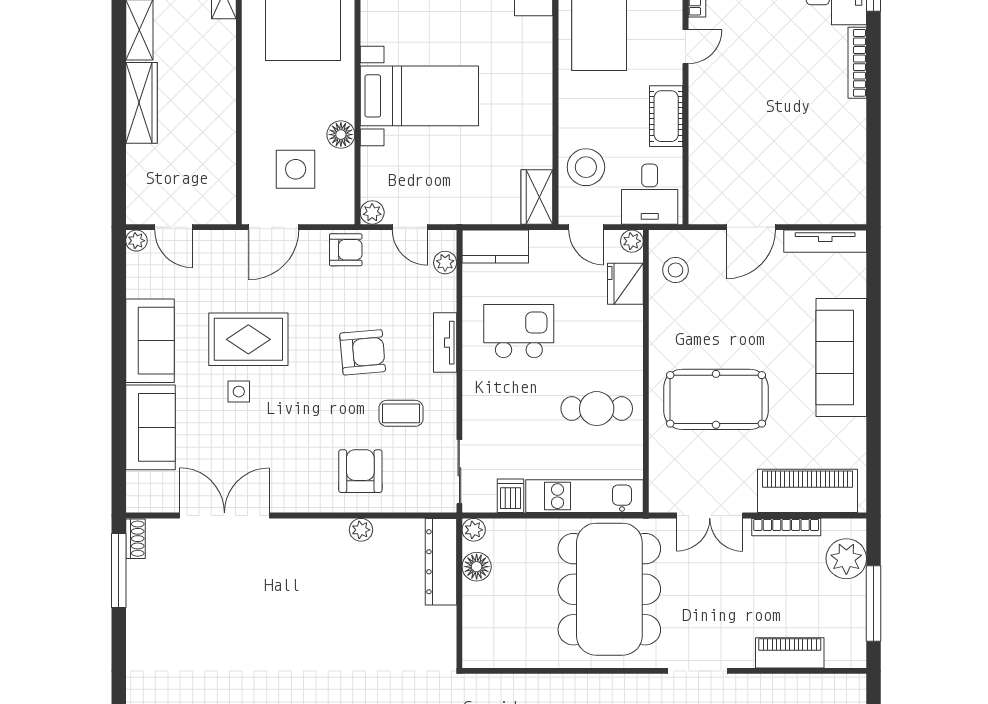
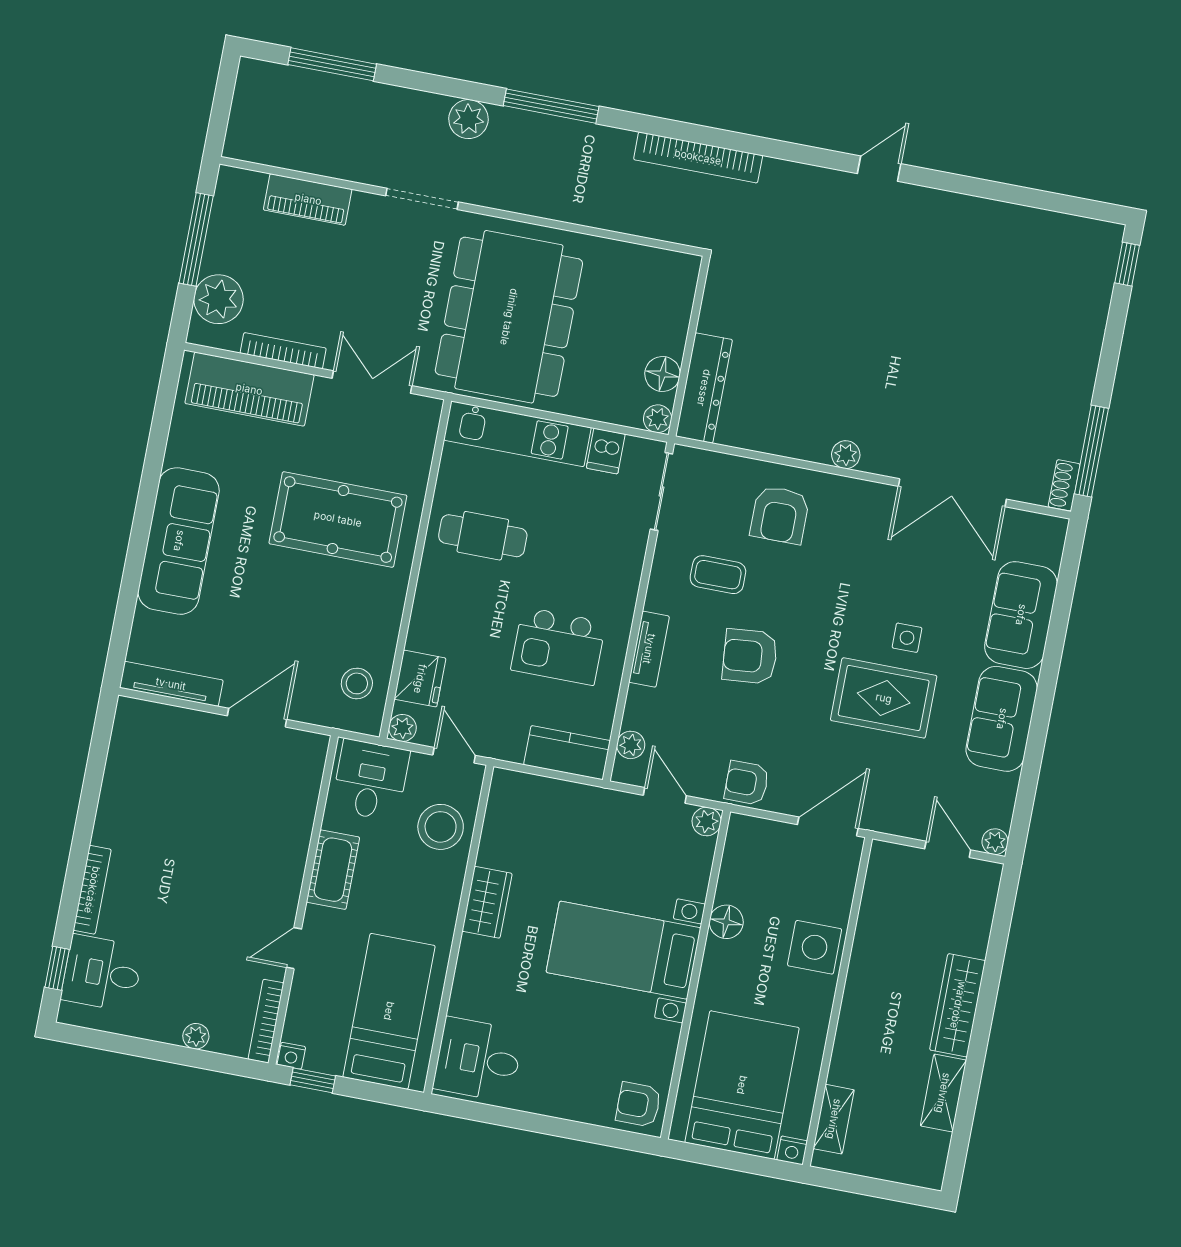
side table: (296, 169) -> (815, 947), moved
wardrobe: (537, 197) -> (487, 902), moved
plant: (361, 530) -> (846, 455), moved

